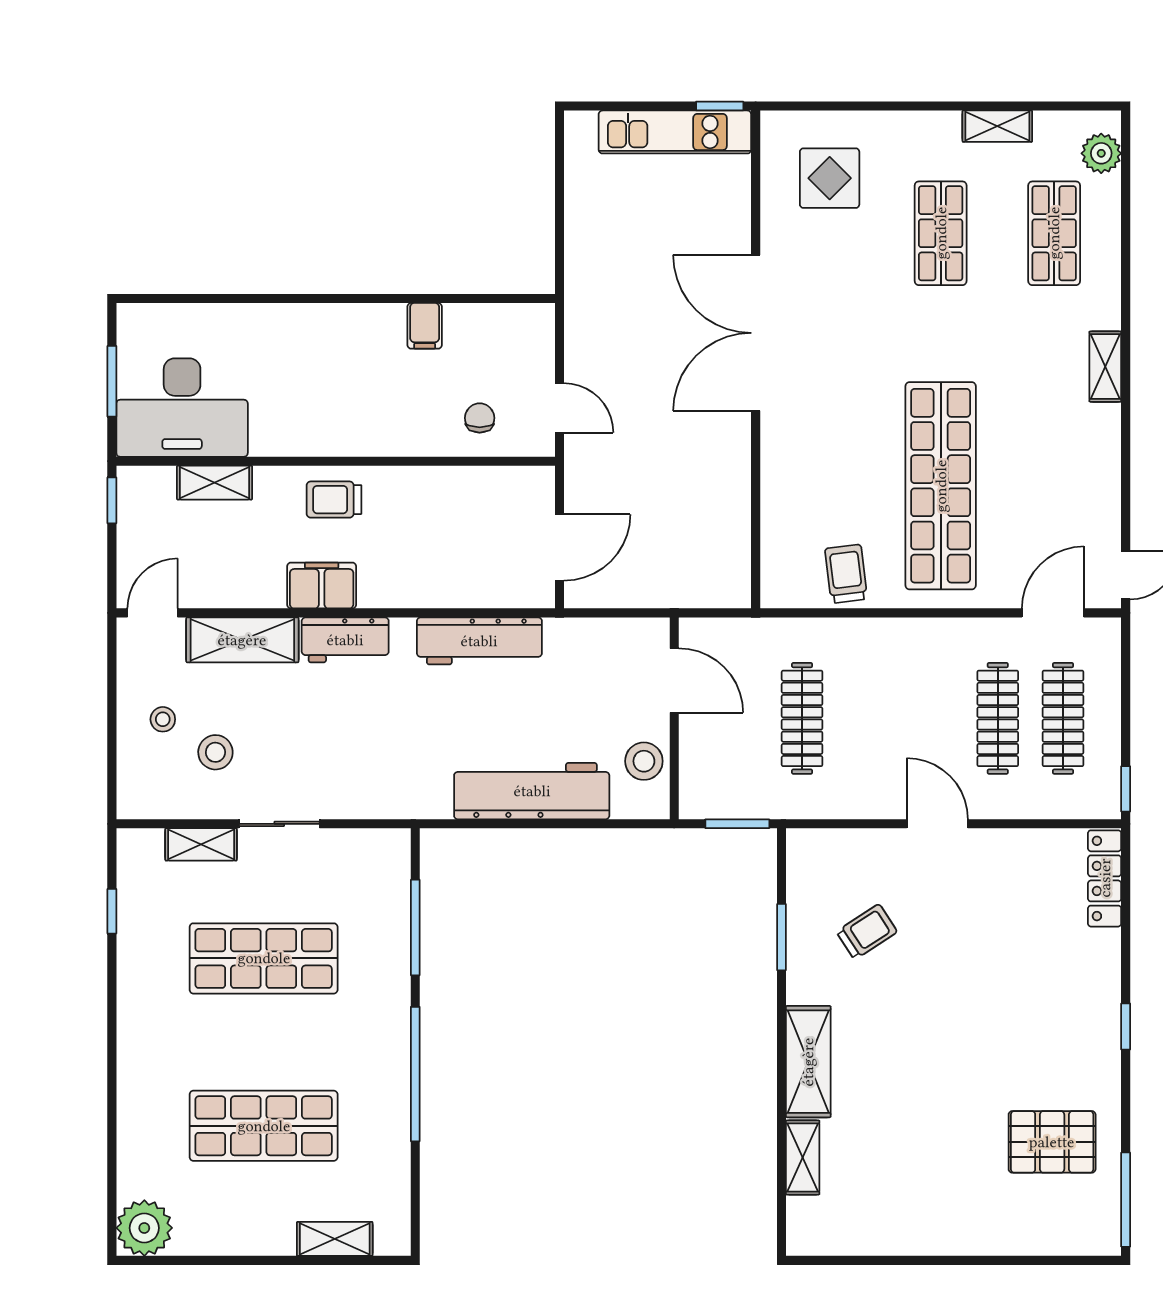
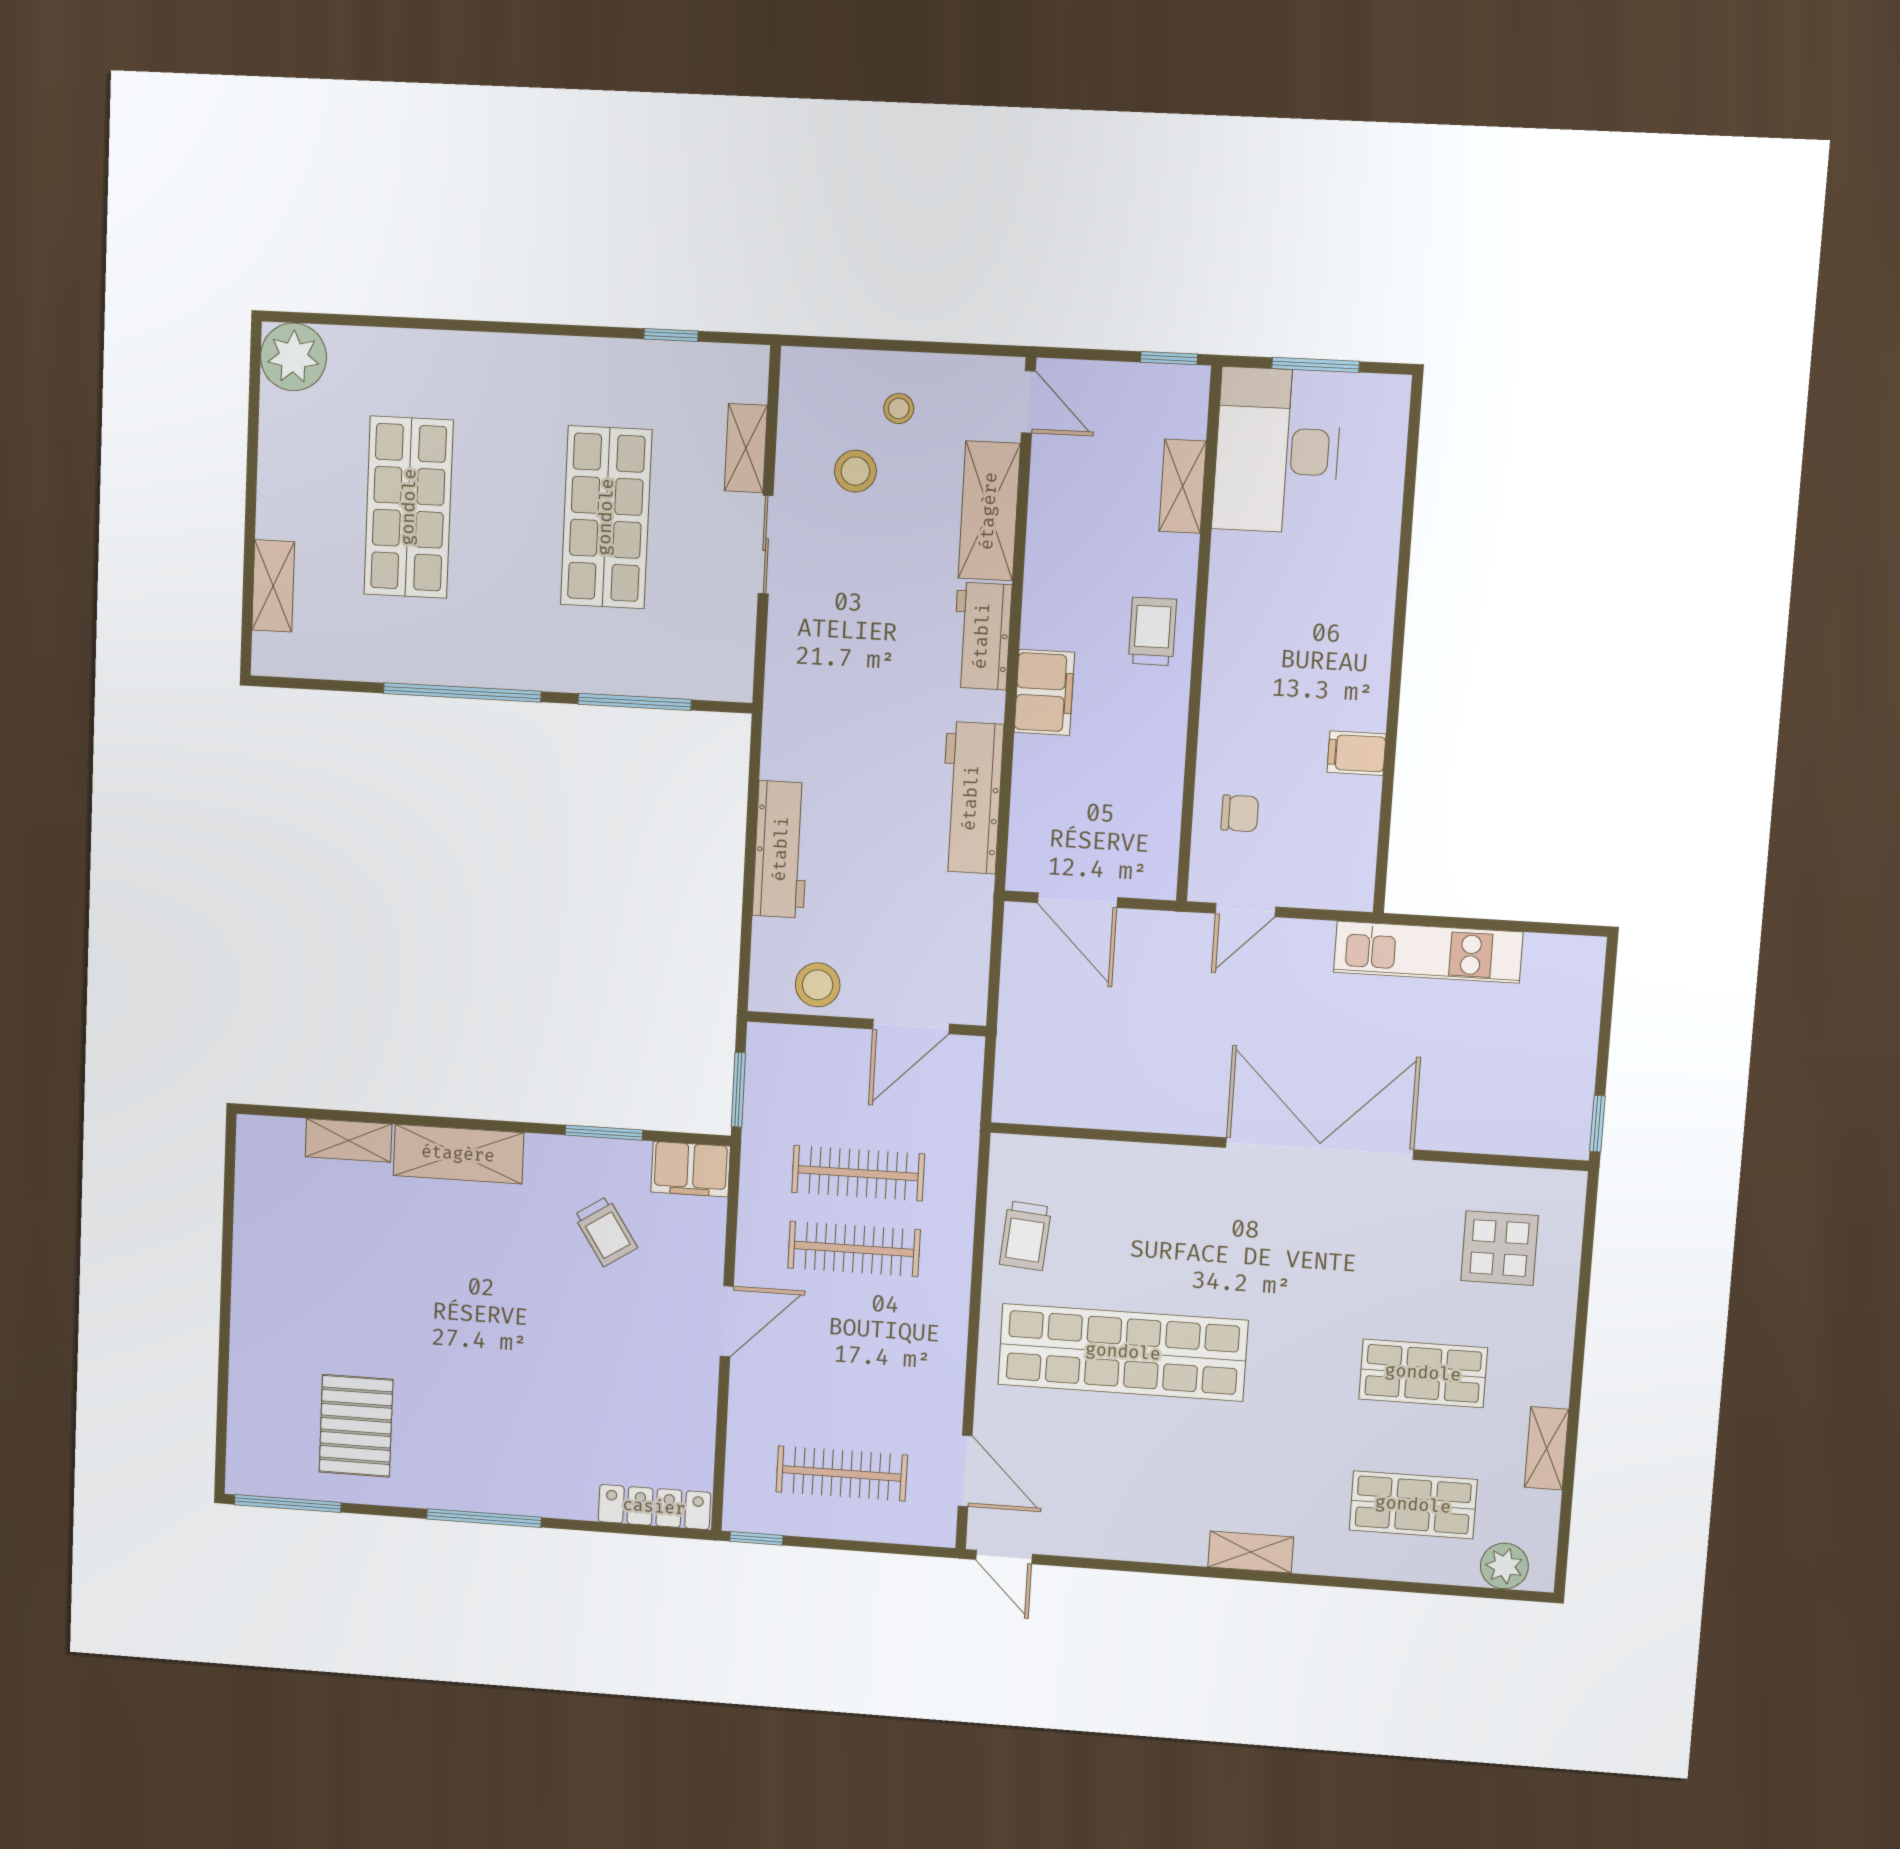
kitchen unit: (675, 132) -> (1428, 952), moved, turned -90
trolley: (846, 574) -> (1025, 1236), turned 102
filing cabinet: (322, 586) -> (1044, 692), moved
clothes rail: (998, 718) -> (854, 1249), moved
workbench: (532, 791) -> (781, 849), width x0.73, depth x0.76
filing cabinet: (808, 861) -> (691, 1169), added
window: (1126, 1026) -> (484, 1518), width x2.17

